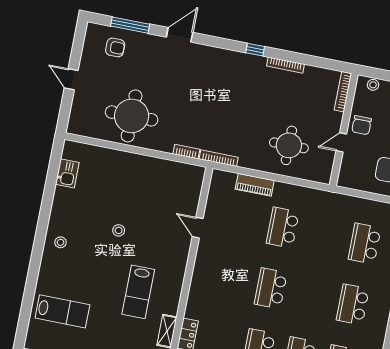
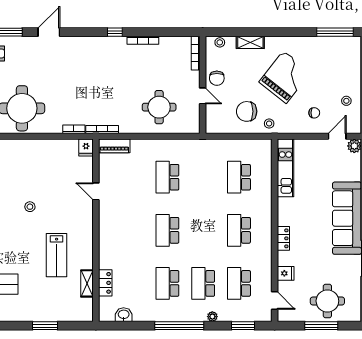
door: (341, 142) -> (203, 96), swing flipped
fridge: (196, 175) -> (86, 148), added
piano: (255, 185) -> (114, 146), moved

